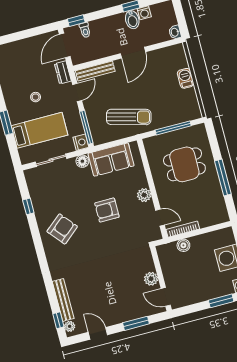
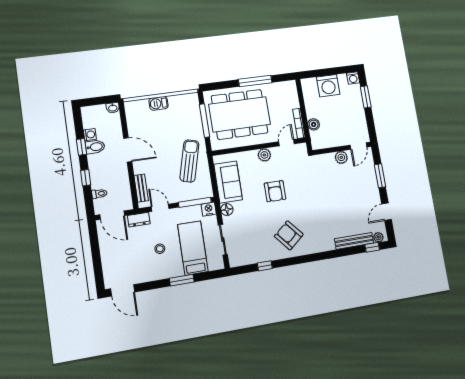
window: (76, 21) -> (86, 178), moved
bench: (95, 71) -> (141, 188), width x0.73
dining table: (184, 164) -> (240, 114), width x1.88, depth x1.24

